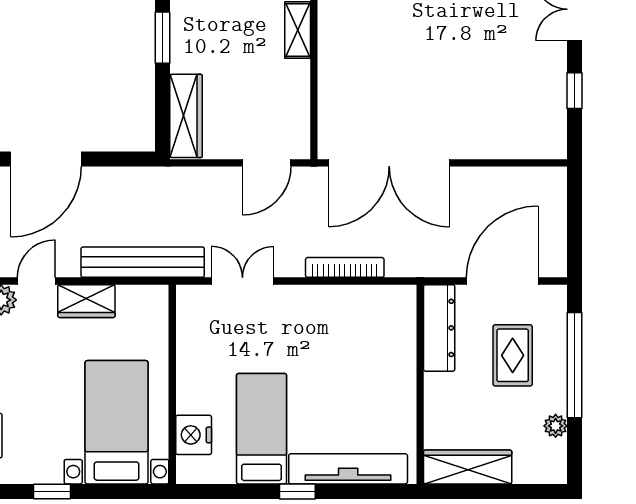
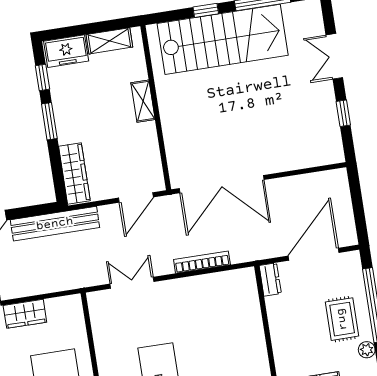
bench: (143, 262) -> (55, 224), moved
dresser: (439, 328) -> (270, 279), width x0.51, depth x0.80
rug: (513, 355) -> (342, 319), moved

